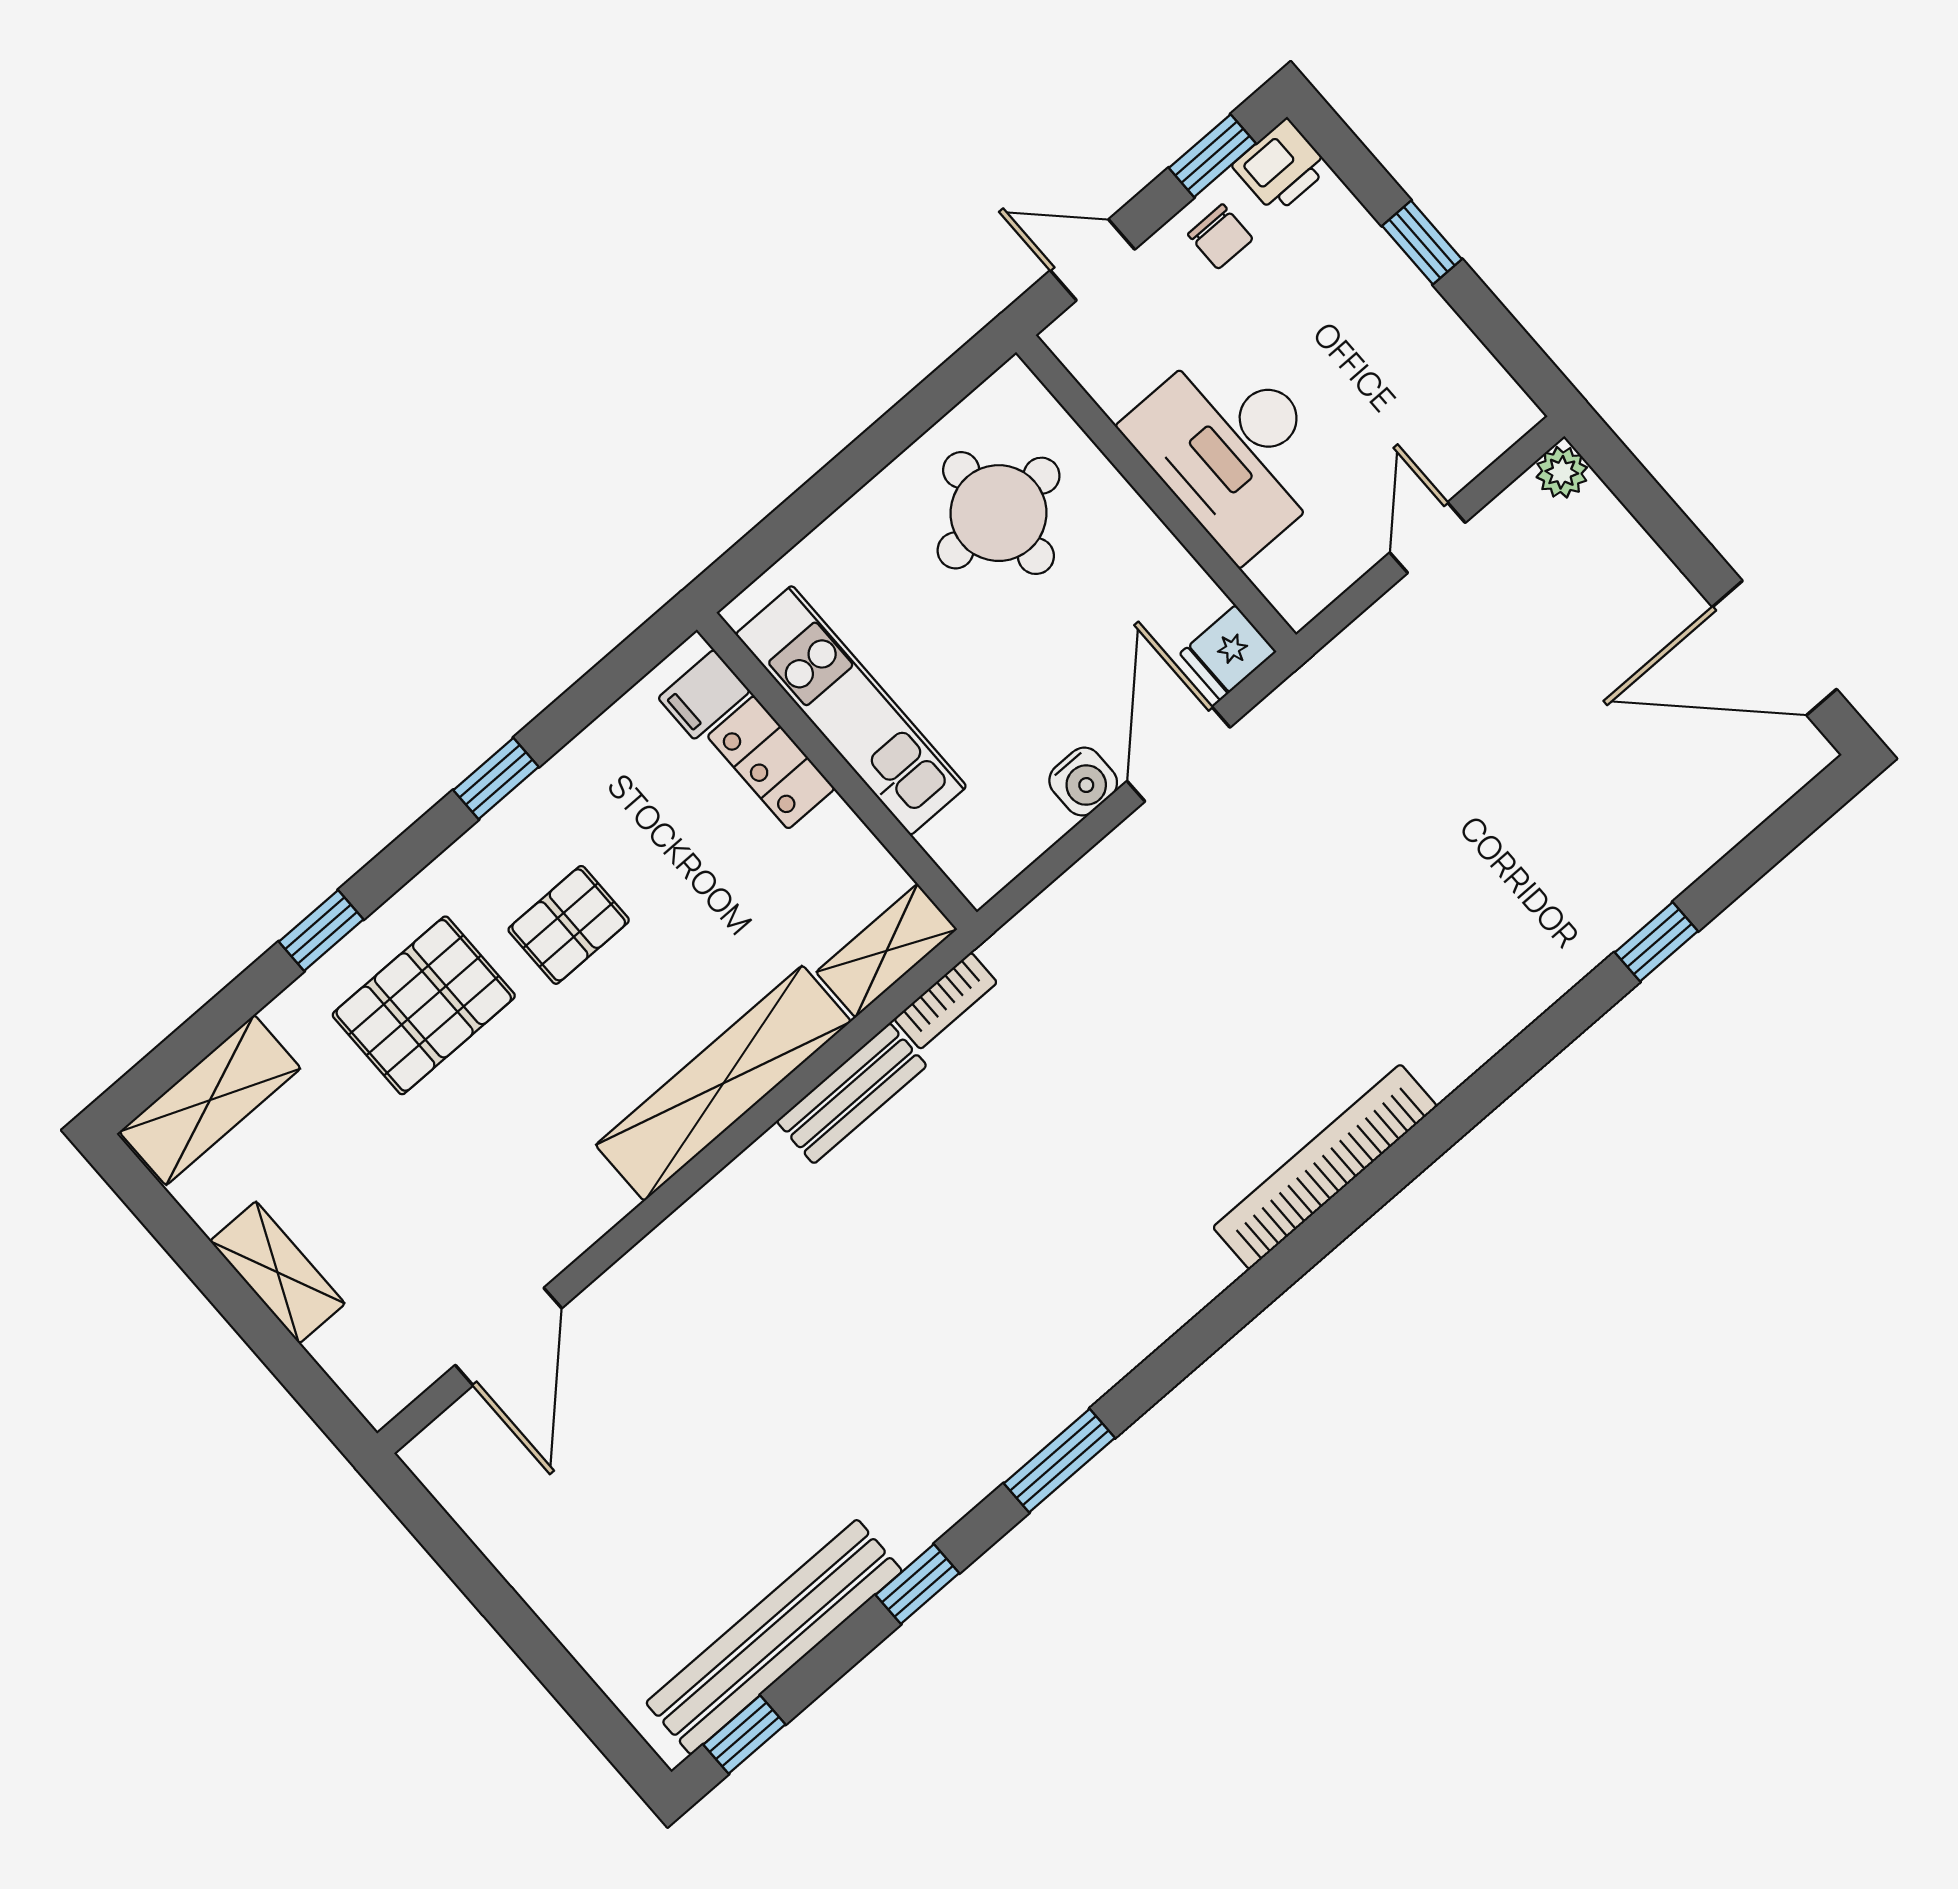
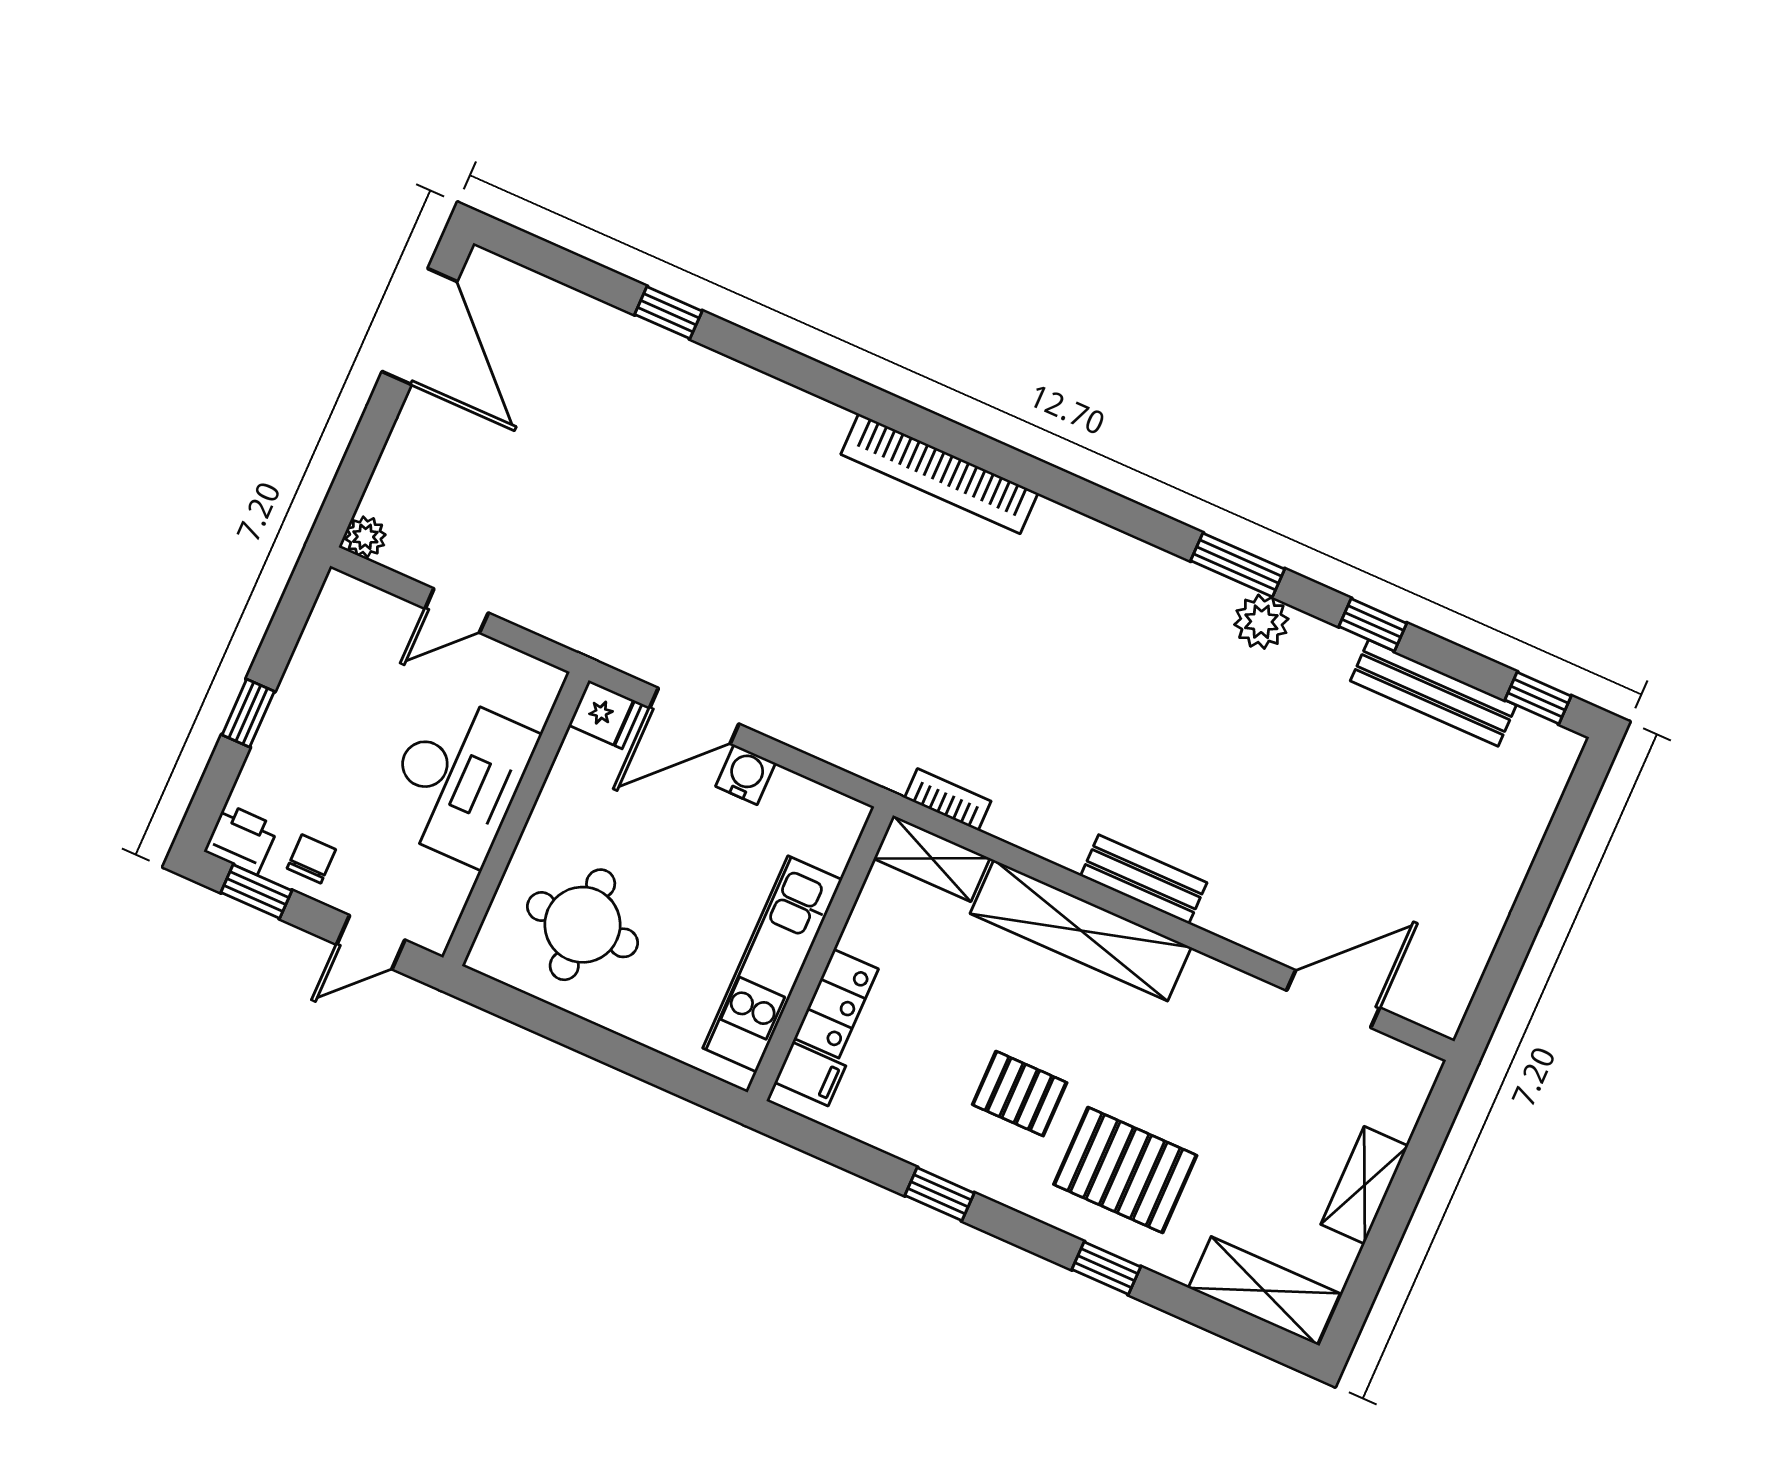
door: (1093, 260) -> (371, 942), hinge flipped
bench: (852, 1093) -> (1144, 879), moved
plant: (981, 1457) -> (1261, 622), added
bench: (774, 1637) -> (1433, 693), width x0.73, depth x0.82

